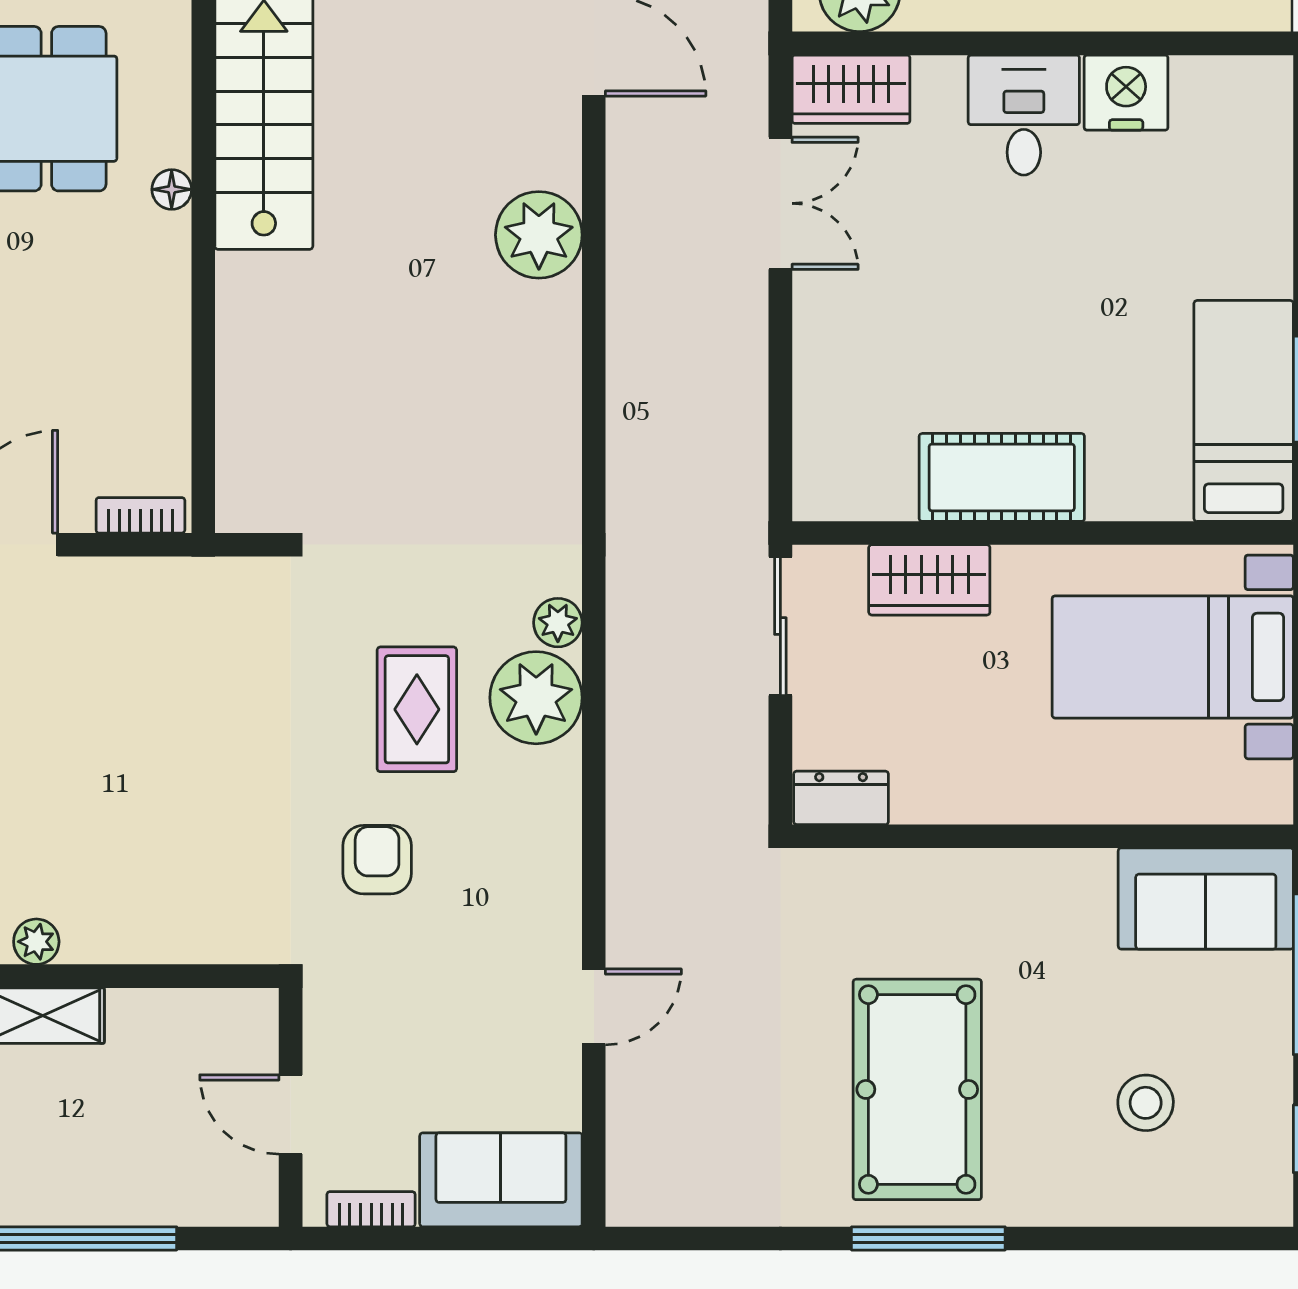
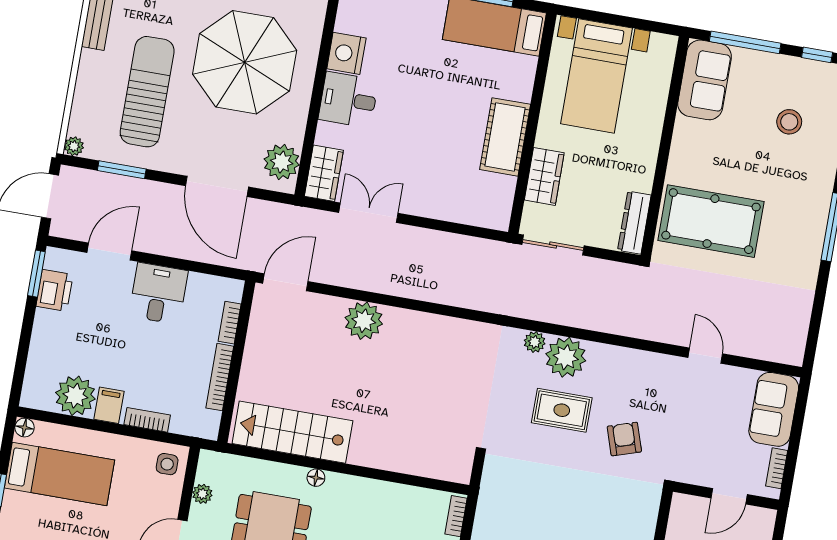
dresser: (841, 798) -> (634, 223), width x1.44
armchair: (377, 860) -> (624, 439), turned 72
pool table: (917, 1089) -> (711, 221), moved

